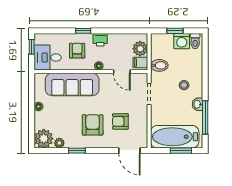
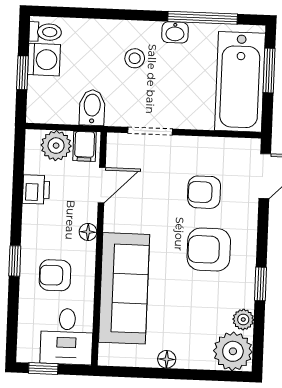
printer: (100, 40) -> (36, 190), moved
armchair: (120, 121) -> (204, 192), turned 90

